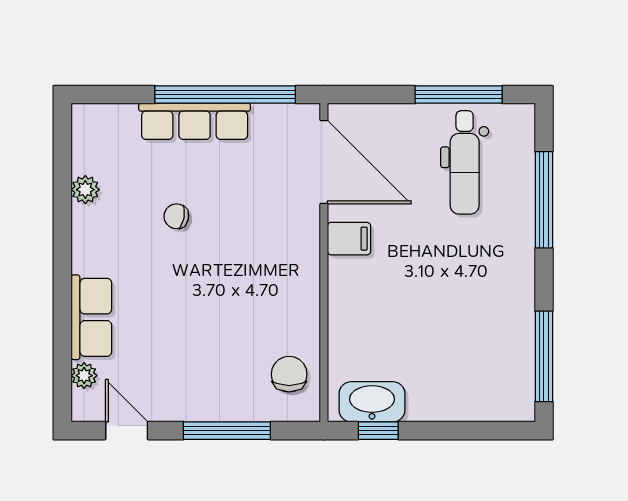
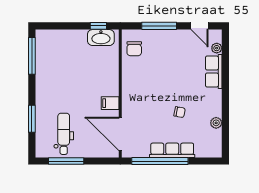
window: (544, 200) -> (32, 119), width x0.69

